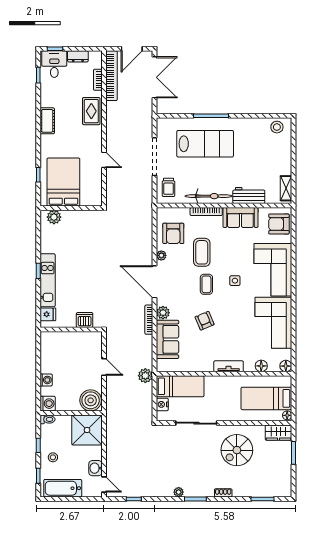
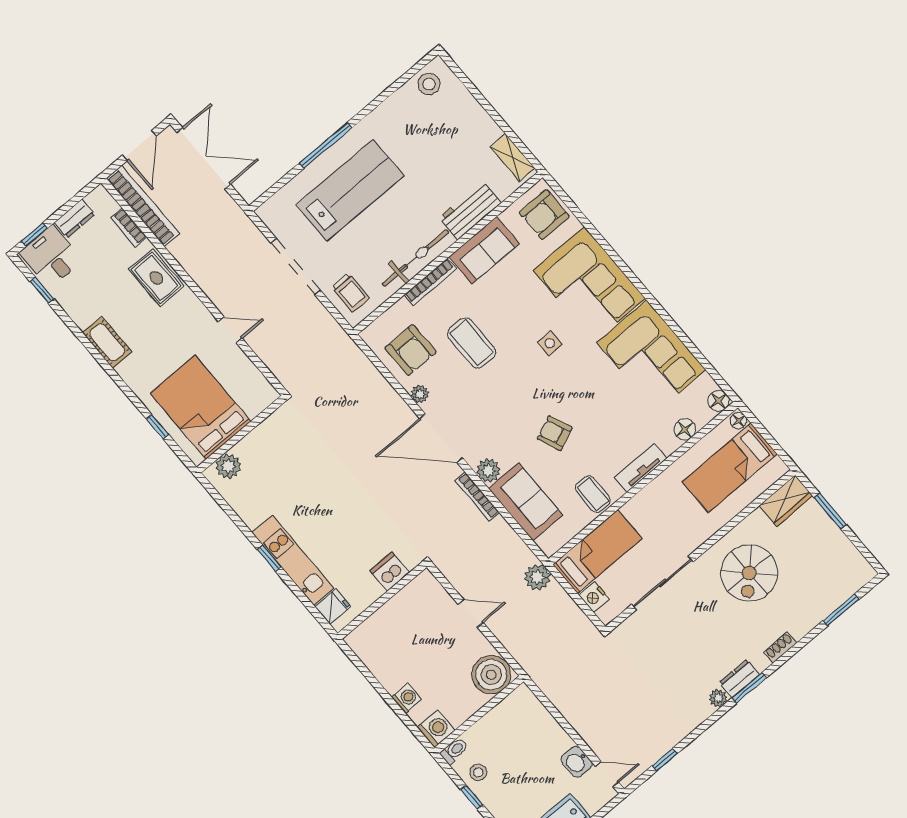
coffee table: (206, 284) -> (593, 494), moved
floor lamp: (287, 415) -> (738, 421), moved
shower: (87, 430) -> (521, 719), removed
stool: (53, 457) -> (478, 772), moved
dresser: (195, 491) -> (739, 678), added

